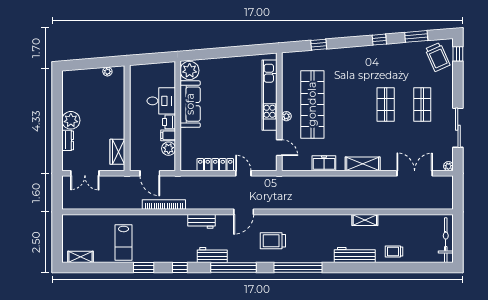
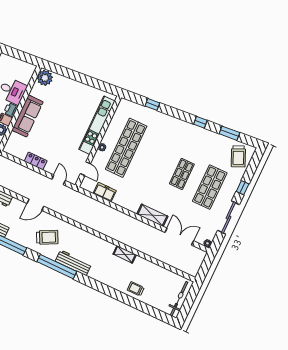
window: (458, 54) -> (243, 188), moved
sofa: (190, 104) -> (27, 116), moved
shop shelf: (422, 104) -> (210, 187), width x1.43, depth x1.36
freezer: (324, 163) -> (105, 192), moved
shelving: (363, 164) -> (152, 215), moved
locker: (215, 165) -> (36, 161), width x0.66
door: (243, 173) -> (59, 180), moved
trolley: (273, 241) -> (47, 237), turned 153
workbench: (355, 255) -> (73, 263), moved

